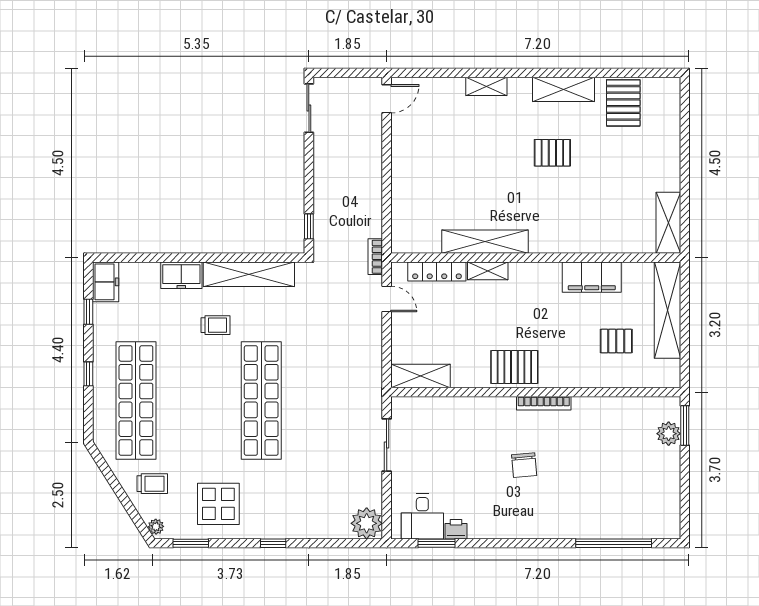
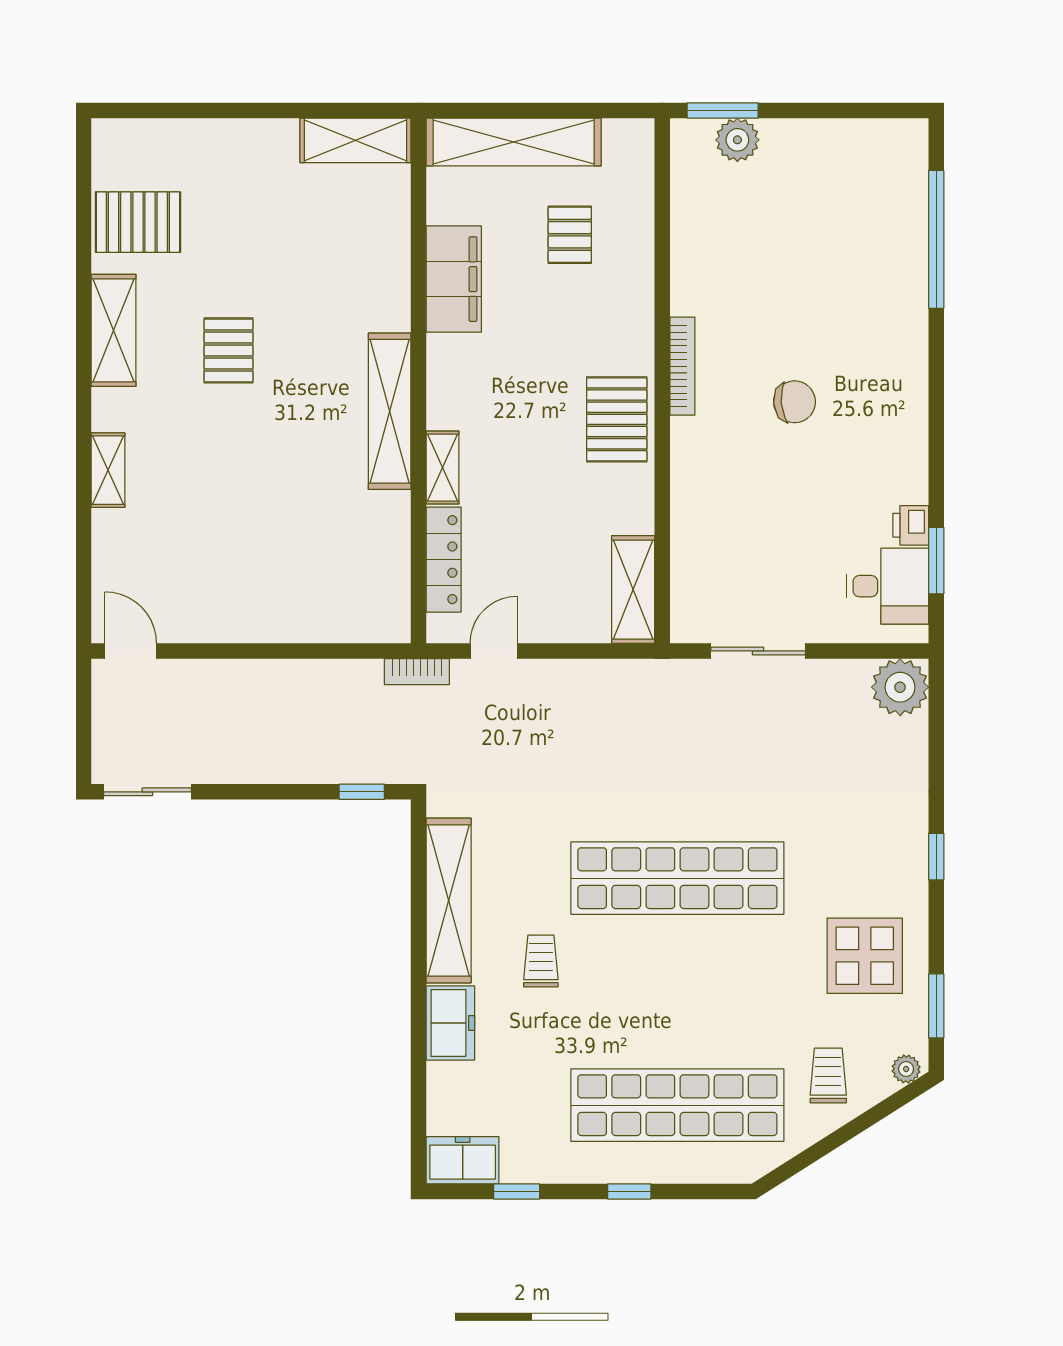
shelving: (485, 242) -> (390, 411), moved

